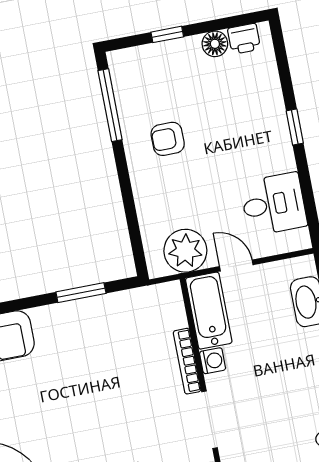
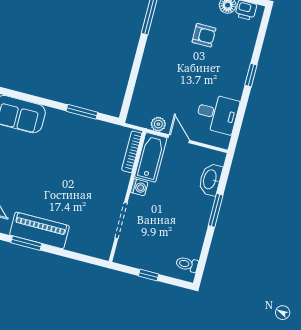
armchair: (168, 139) -> (204, 35), moved, turned 180
plant: (185, 251) -> (158, 124), width x0.53, depth x0.53
bookcase: (187, 361) -> (132, 152), moved

